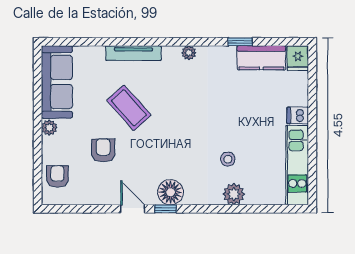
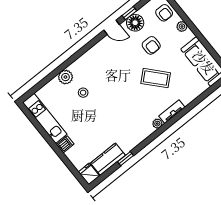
tv unit: (133, 53) -> (172, 112), width x0.71
plant: (189, 53) -> (157, 124), moved
plant: (49, 128) -> (182, 26), moved
floor lamp: (171, 192) -> (135, 23), moved
window: (165, 209) -> (129, 13), moved

